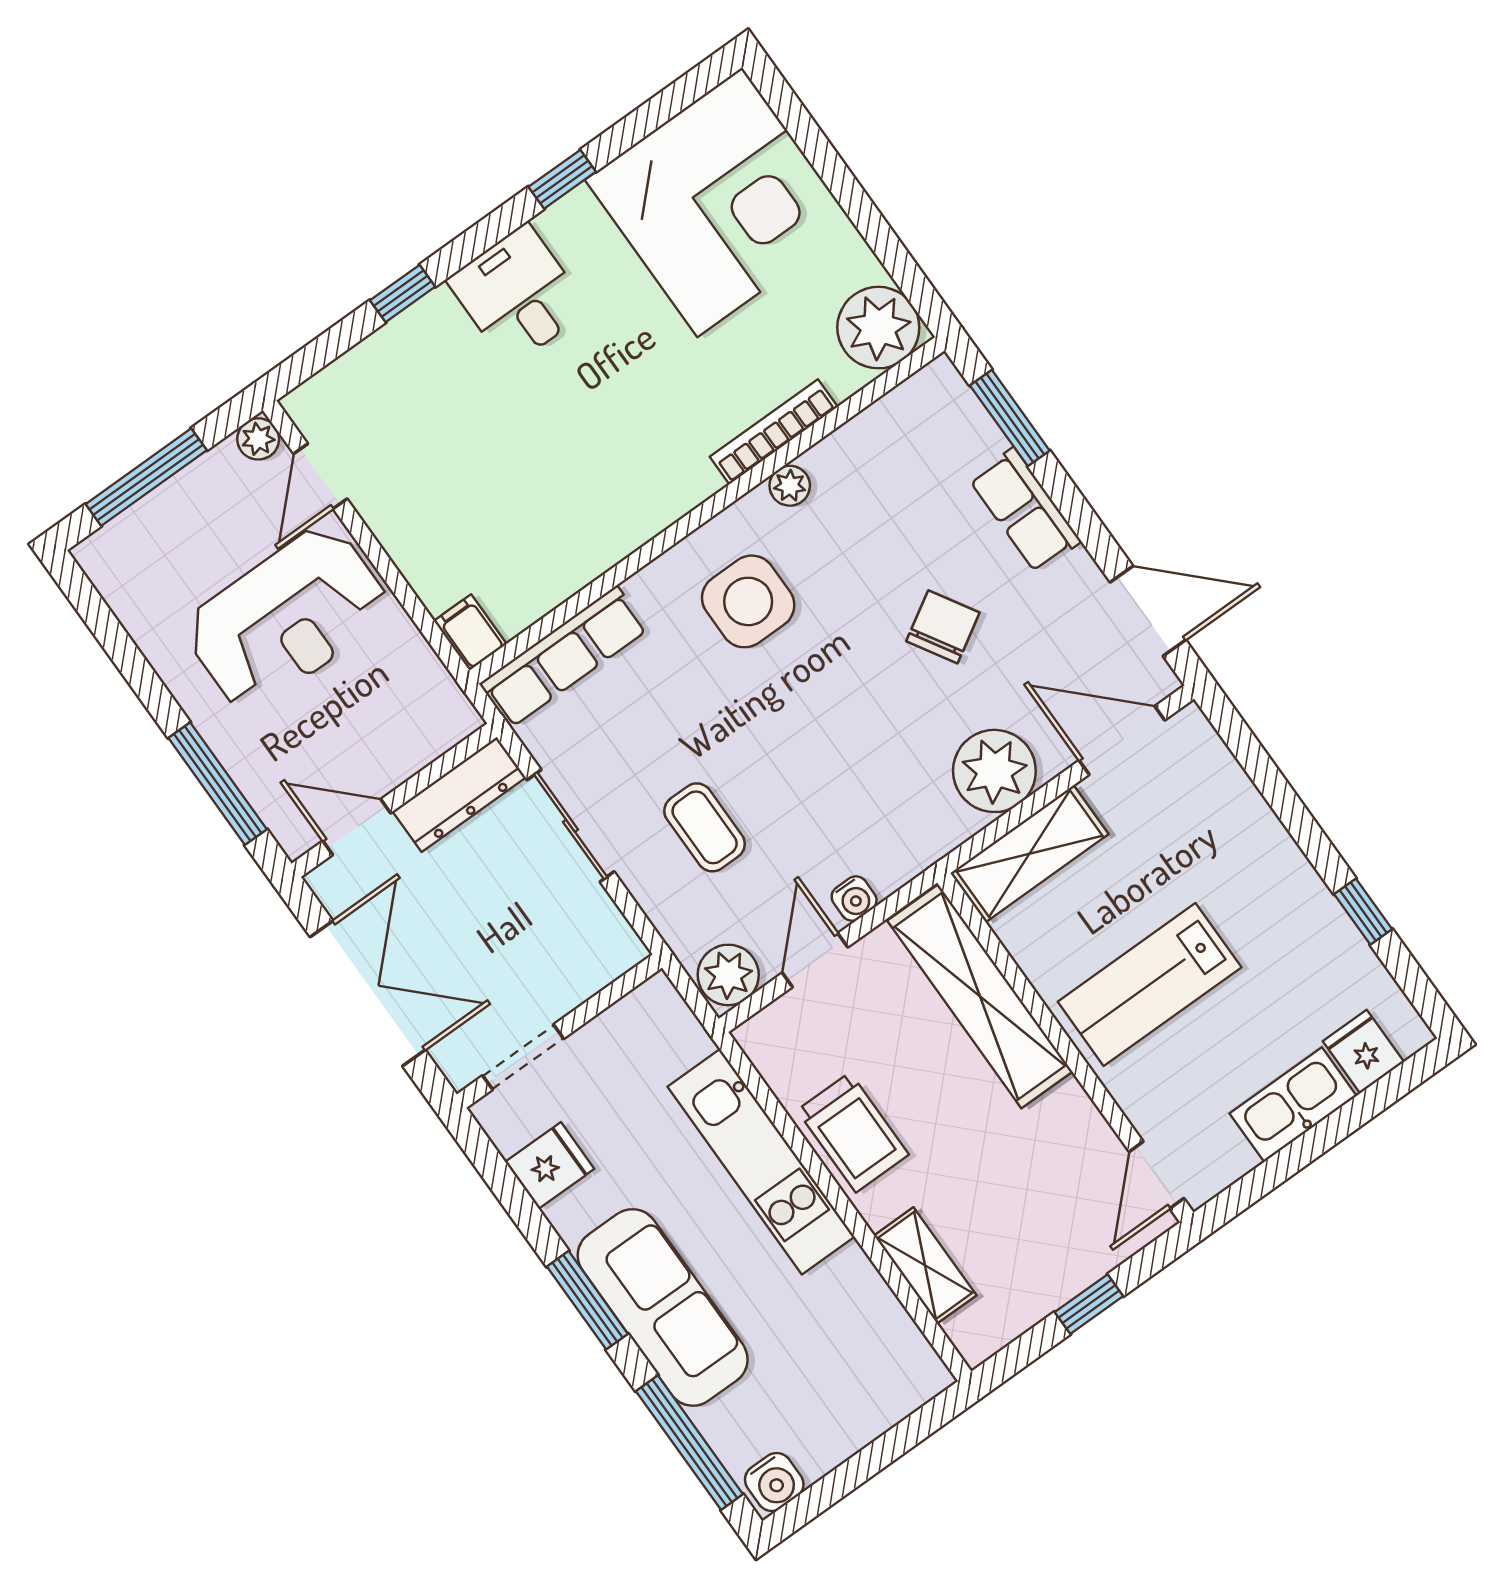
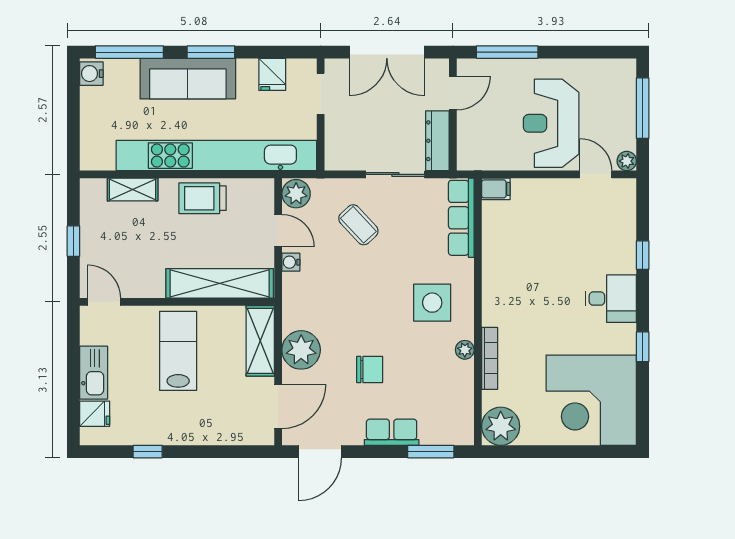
chair: (943, 627) -> (370, 370), turned -59
coffee table: (705, 827) -> (358, 225), turned 47
kitchen unit: (761, 1162) -> (216, 156), width x1.86

